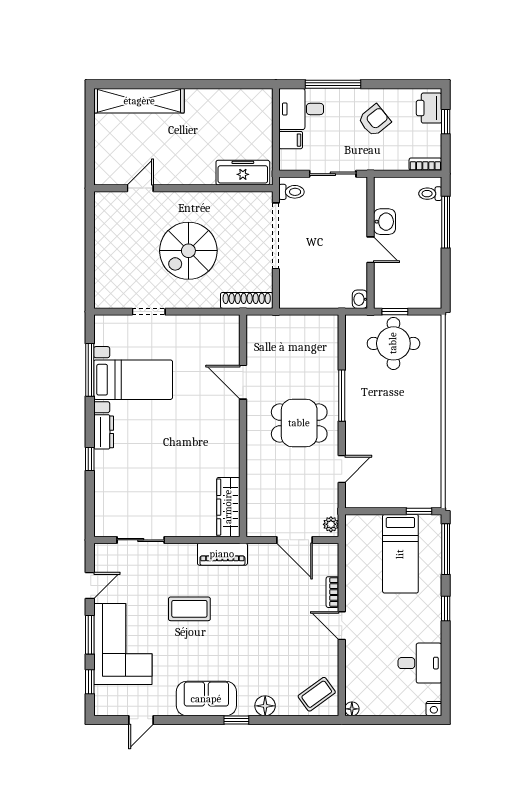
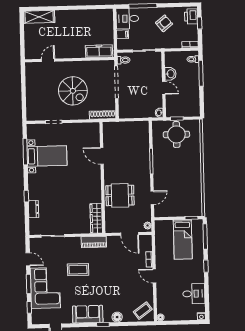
shelving: (139, 101) -> (39, 17), width x0.68
spiral stairs: (188, 251) -> (73, 91), turned -90
dining table: (299, 423) -> (120, 195), moved
dresser: (104, 432) -> (34, 209), moved
door: (90, 586) -> (28, 259), hinge flipped

